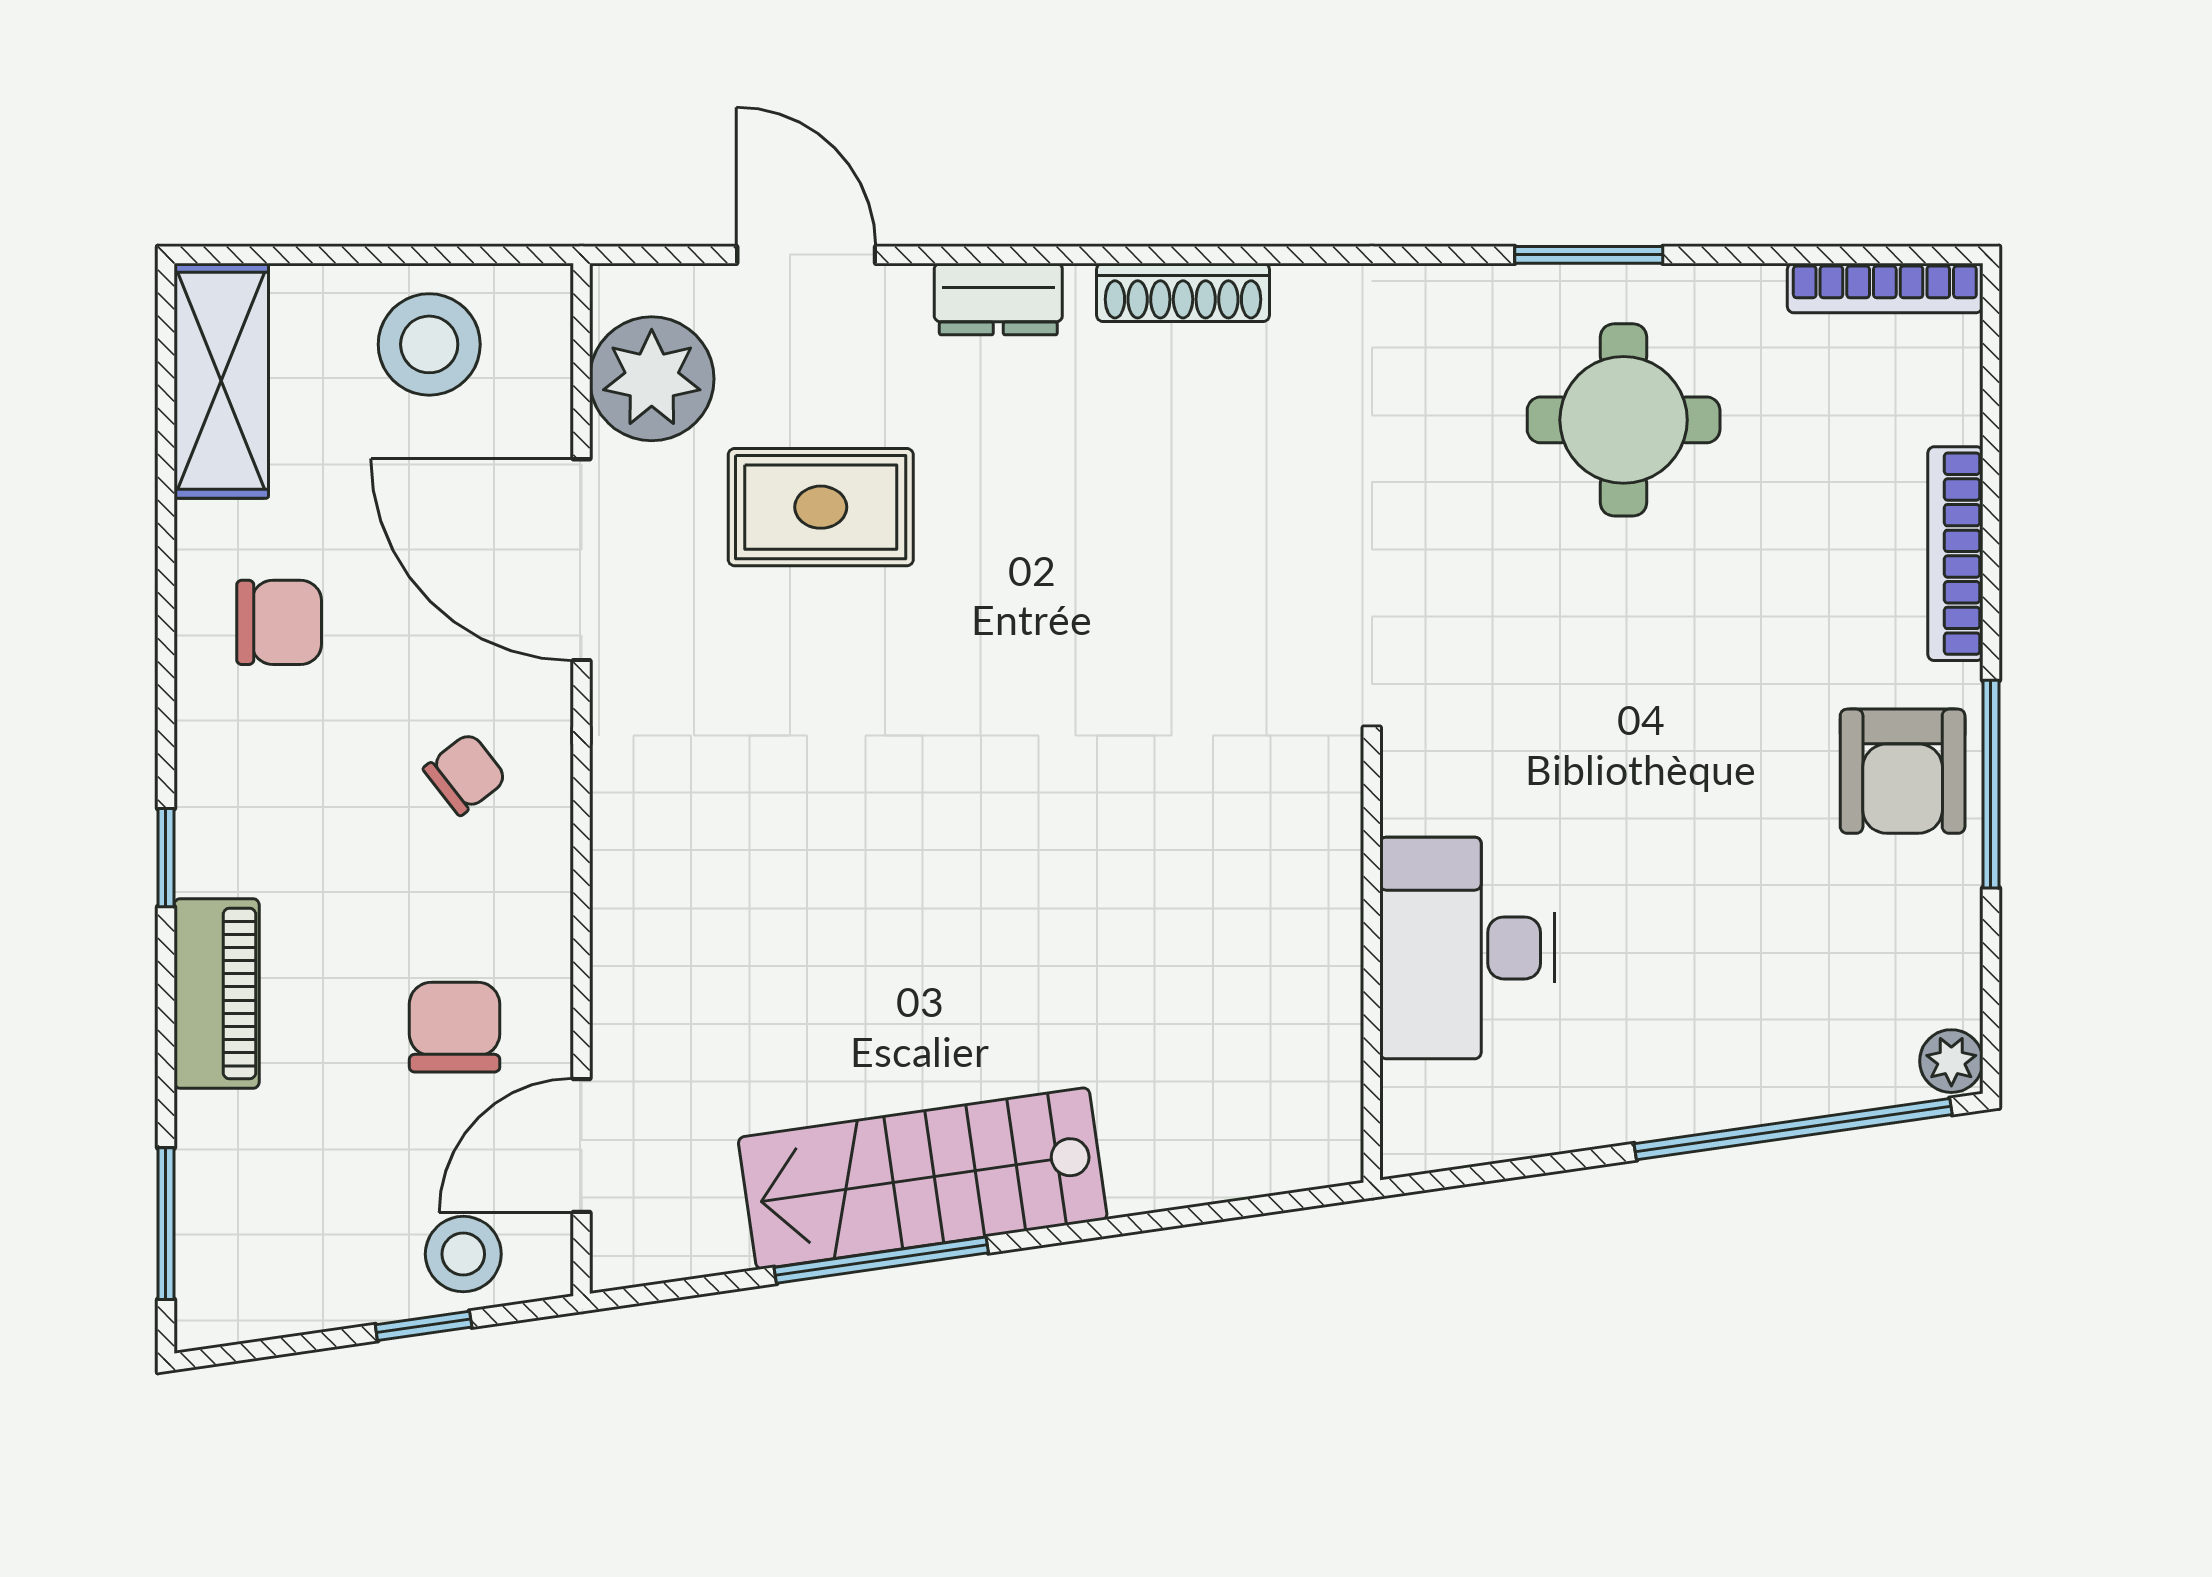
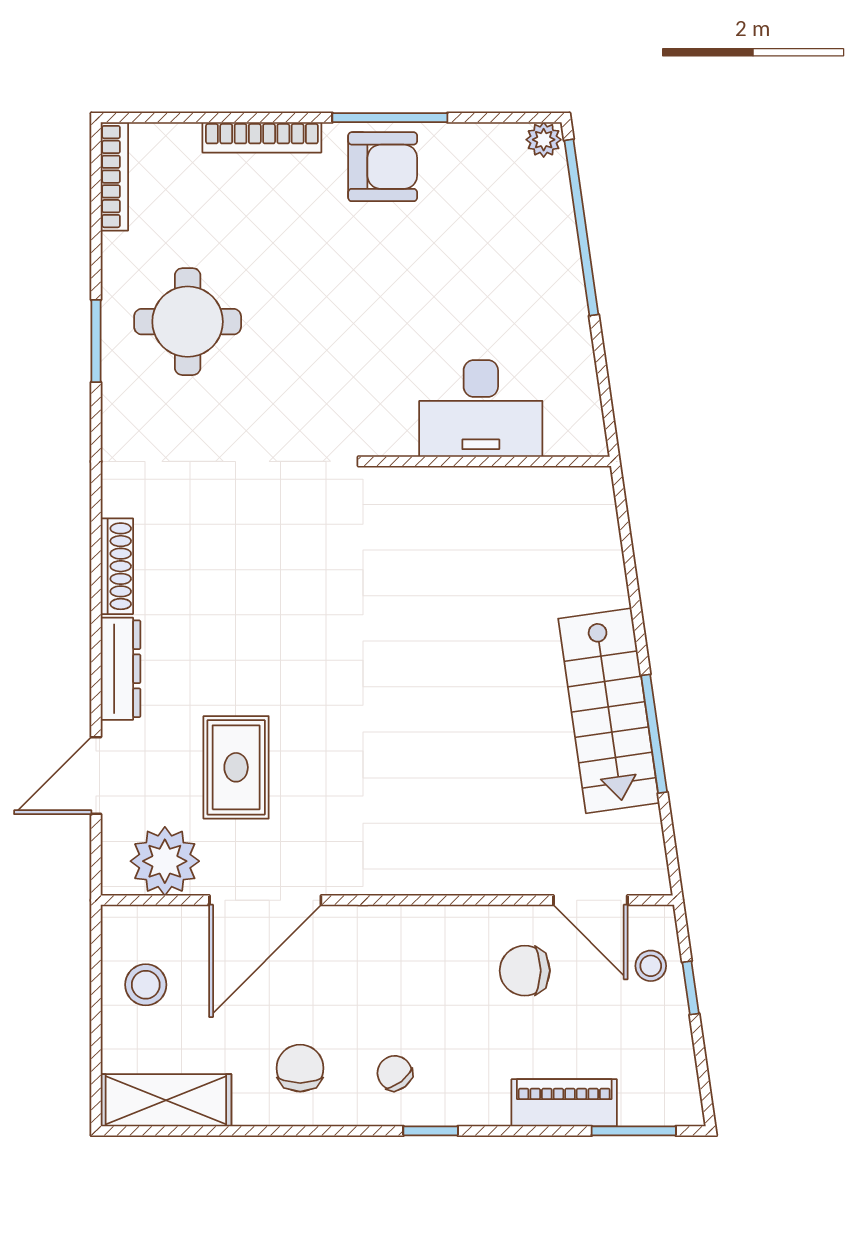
dresser: (998, 299) -> (120, 669), width x1.44
stool: (429, 344) -> (146, 985), width x0.73, depth x0.73
chair: (465, 774) -> (395, 1073), moved
piano: (217, 994) -> (564, 1103), moved
stool: (463, 1254) -> (651, 966), width x0.73, depth x0.73

